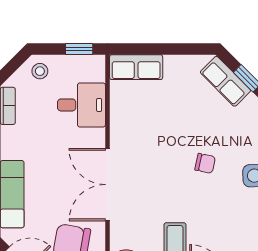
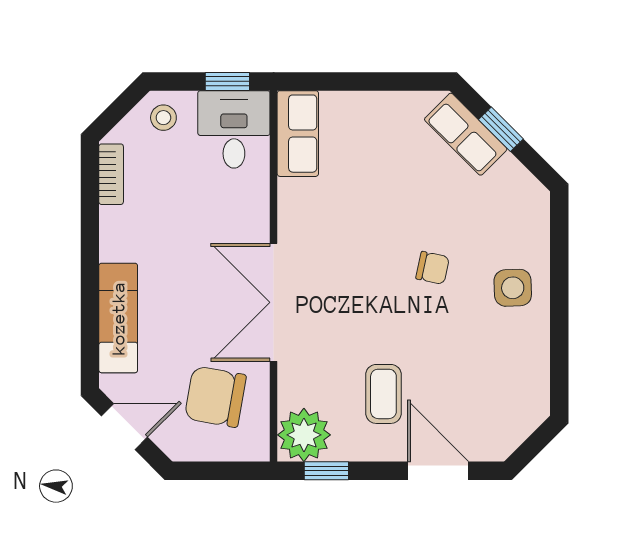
row of seats: (136, 67) -> (298, 134), moved, turned -90
desk: (81, 105) -> (234, 129), moved, turned -90

